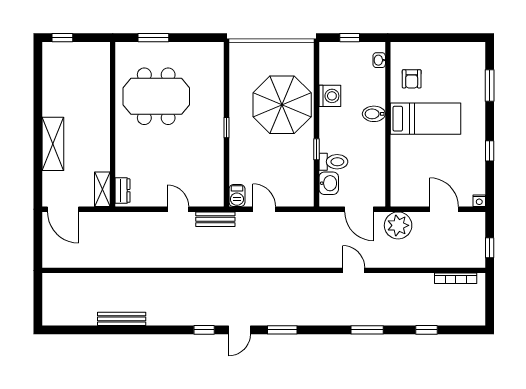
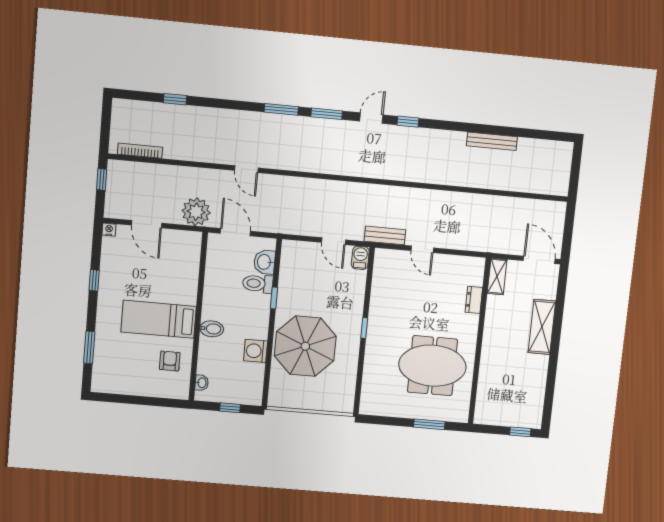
dresser: (122, 191) -> (474, 300), moved
window: (367, 330) -> (281, 109), moved

